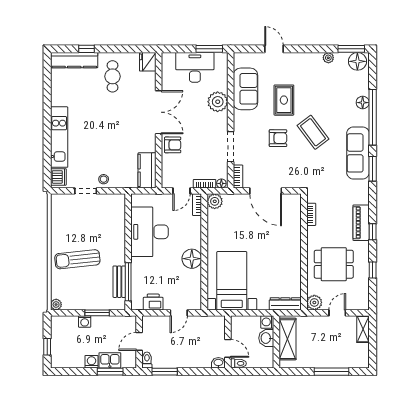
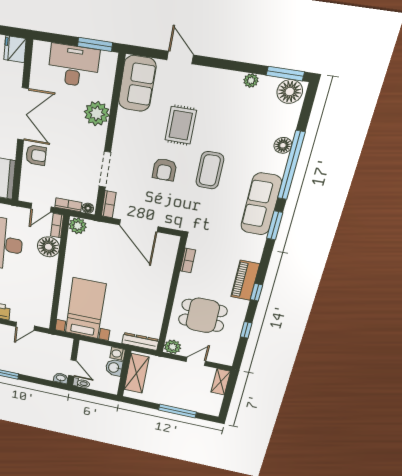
sofa: (245, 89) -> (137, 84), moved
coffee table: (313, 132) -> (210, 170), turned 37
armchair: (278, 138) -> (164, 170), turned 90
floor lamp: (192, 259) -> (48, 247), moved

